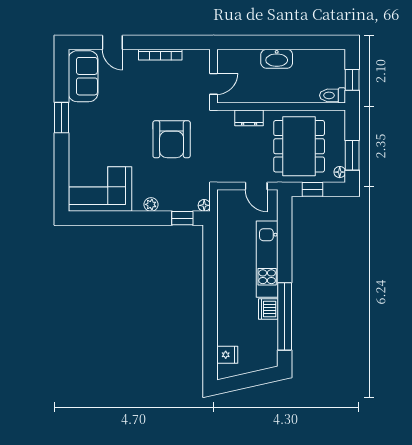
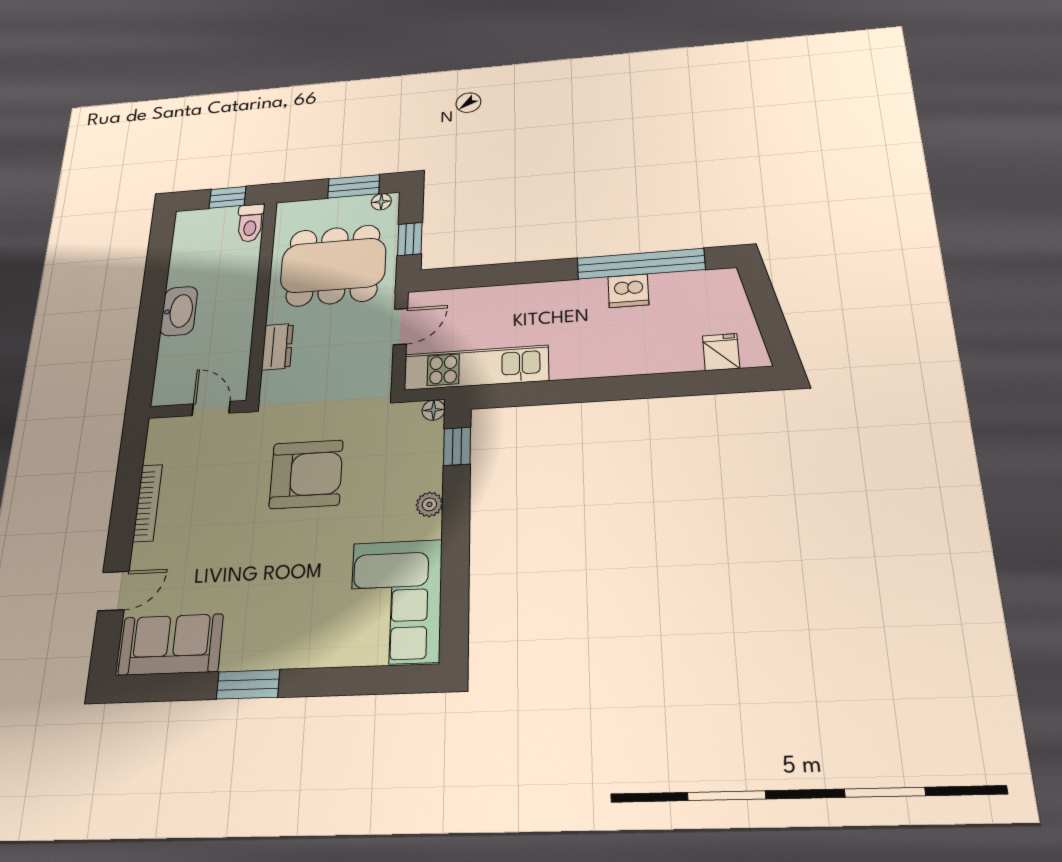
kitchen unit: (267, 259) -> (476, 368), moved, turned 180

